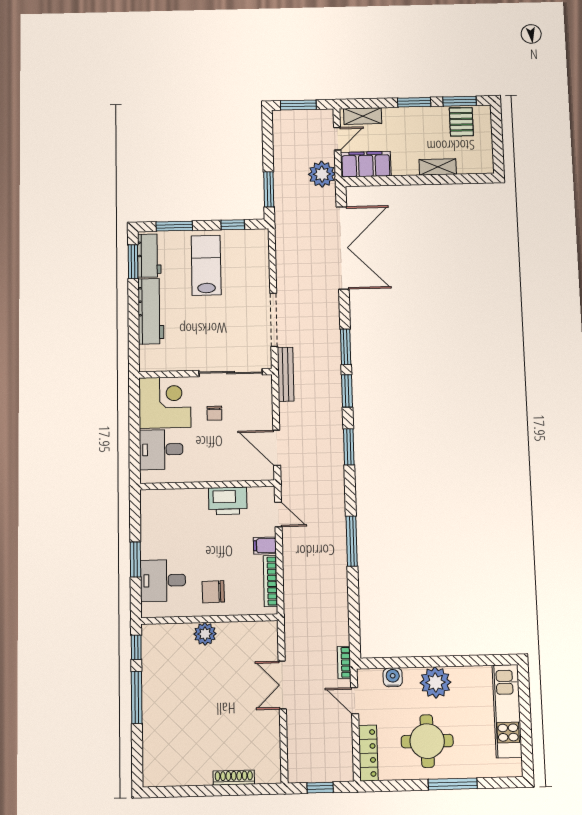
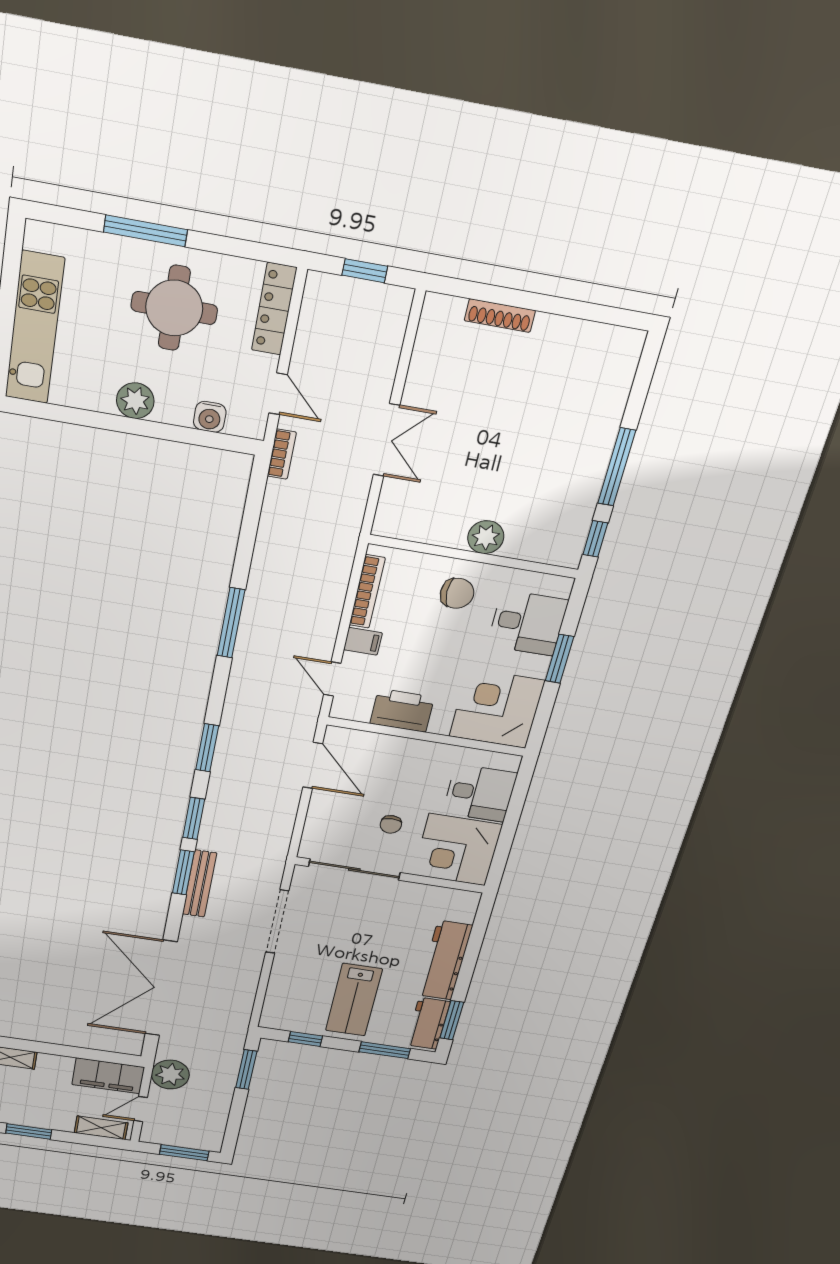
bench: (286, 374) -> (199, 884), moved
chair: (214, 413) -> (391, 824), turned 180
corner desk: (166, 515) -> (497, 708), added
plant: (435, 682) -> (135, 401), width x0.73, depth x0.73

